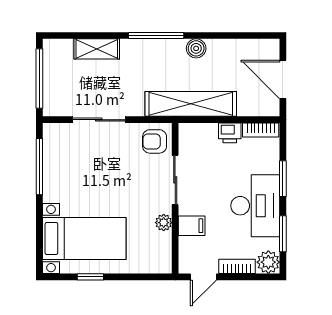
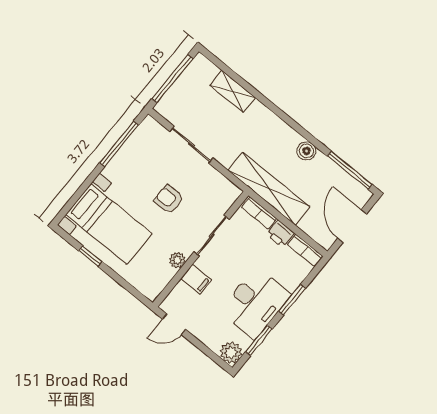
window: (156, 35) -> (350, 170), moved
armchair: (155, 141) -> (169, 199), moved
bookcase: (237, 266) -> (259, 213), moved, turned 180

